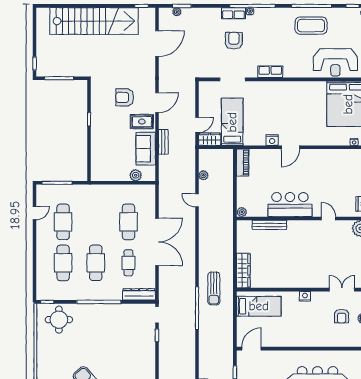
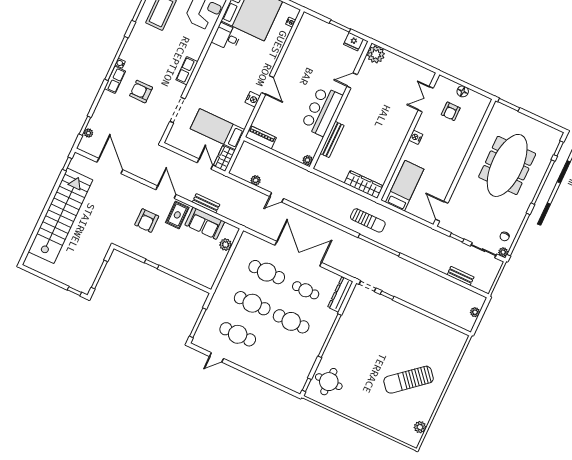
desk: (315, 92) -> (227, 37), added
door: (35, 213) -> (217, 357), swing flipped
cafe table: (63, 263) -> (252, 303), moved
armchair: (342, 316) -> (451, 111), turned 90

